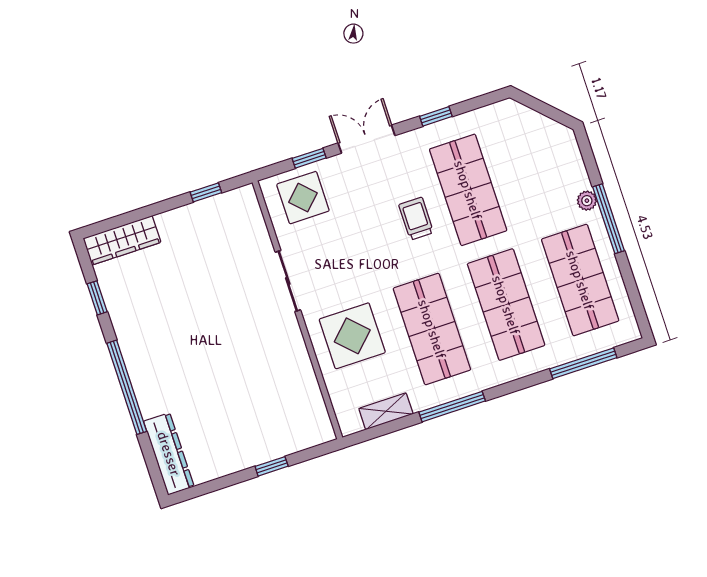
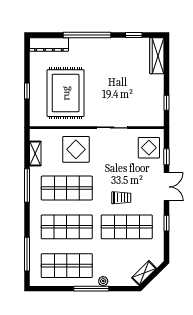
shelving: (545, 128) -> (144, 273), added
rug: (251, 391) -> (66, 93), added

